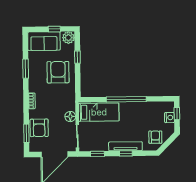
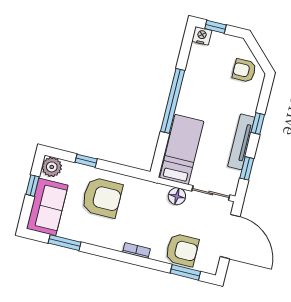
window: (26, 69) -> (65, 243), moved
armchair: (58, 72) -> (102, 197), turned 180
nightstand: (169, 118) -> (202, 36), moved
tv unit: (125, 146) -> (241, 142), moved

